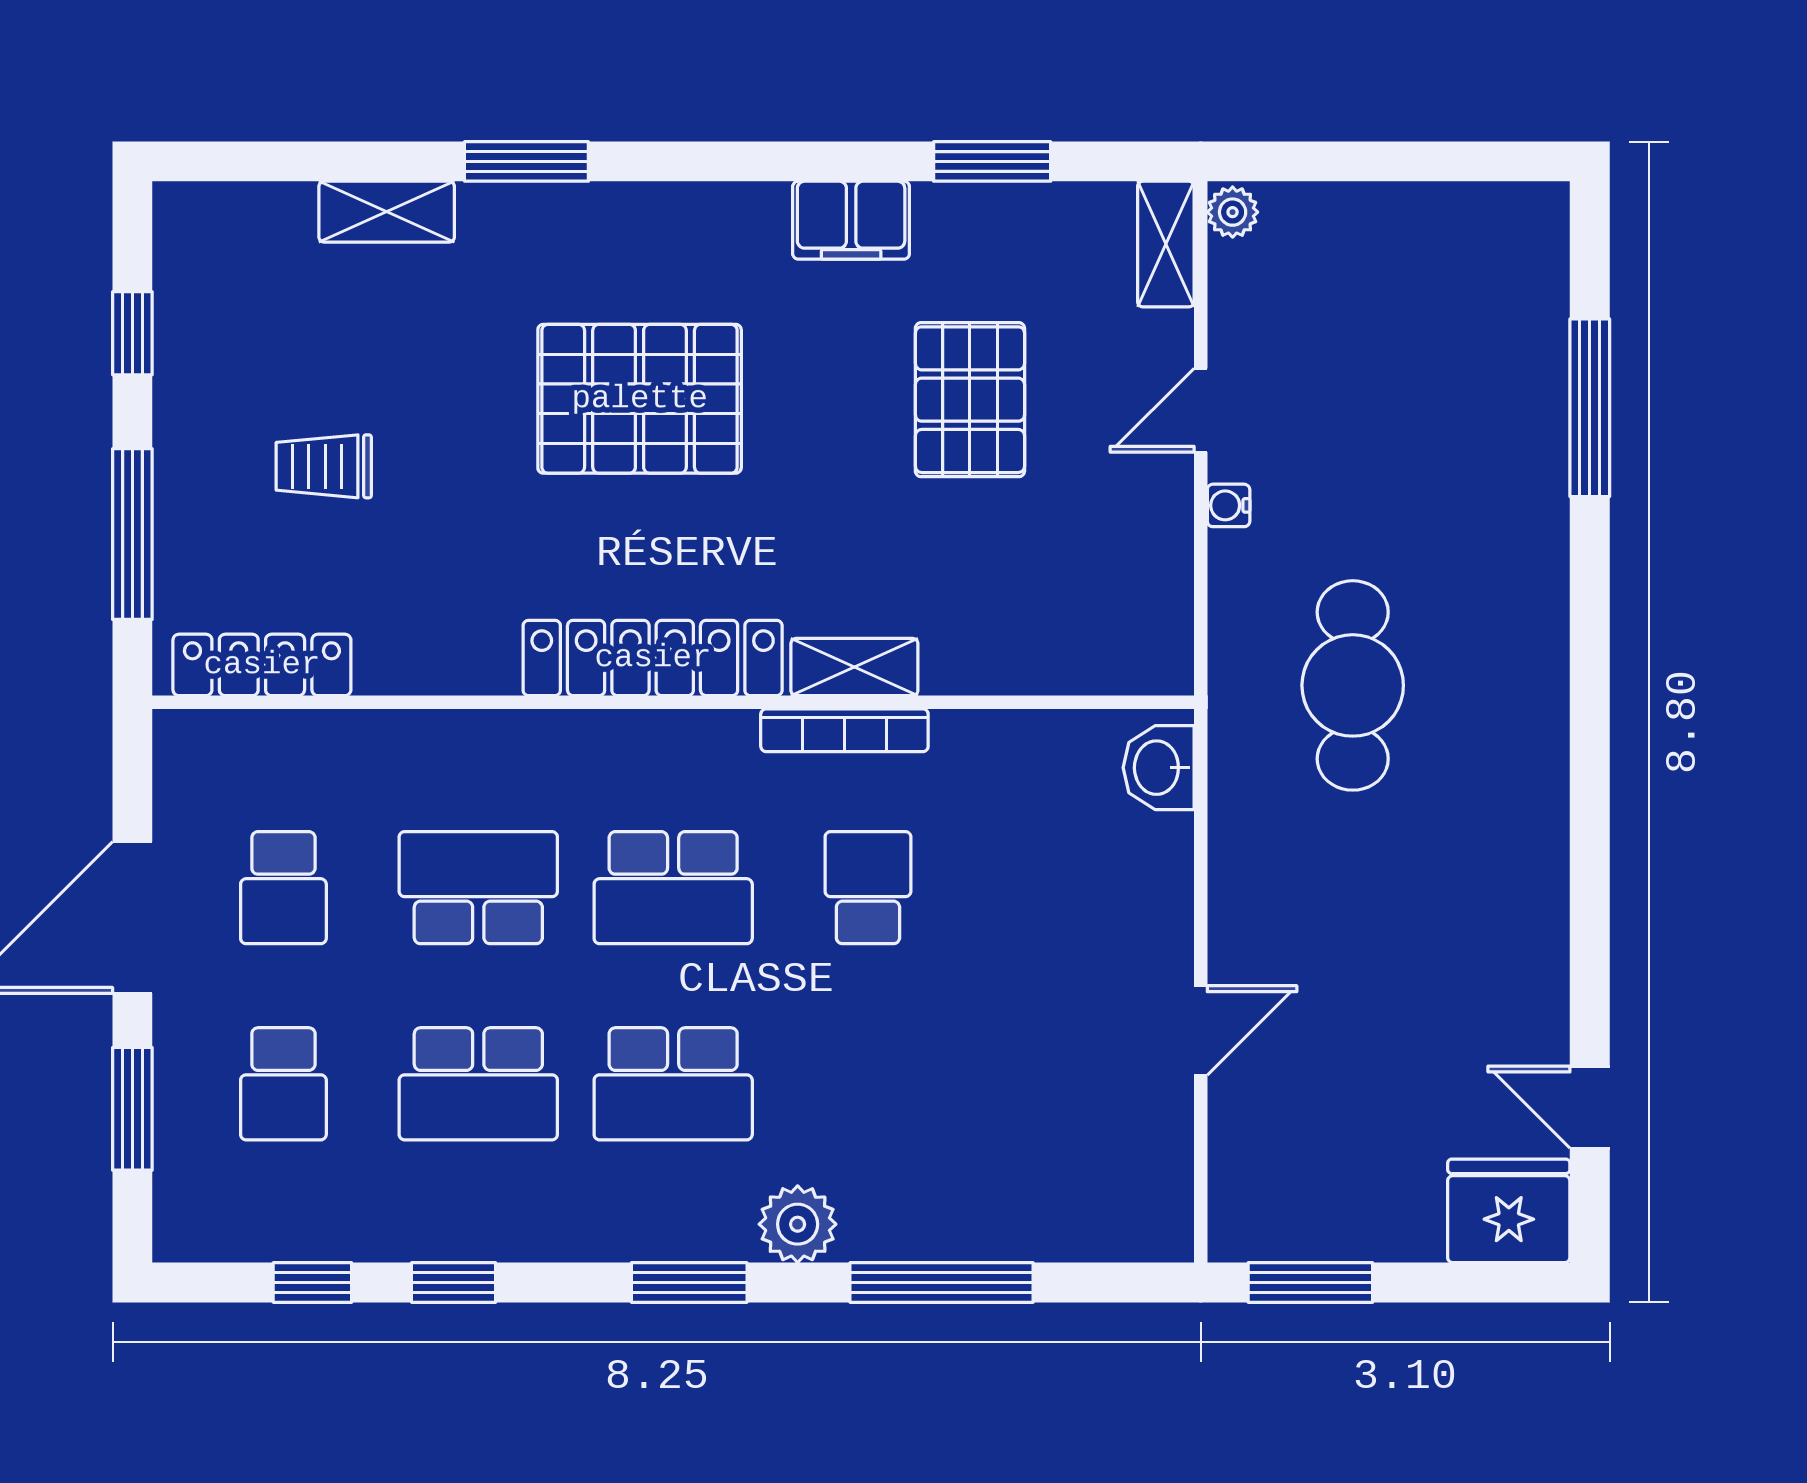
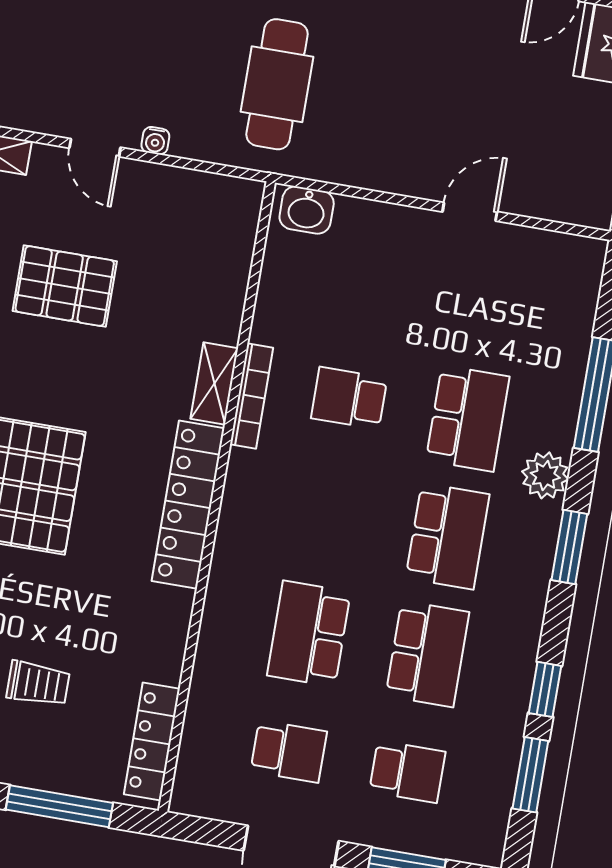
trolley: (324, 466) -> (38, 684), turned -90
cafe table: (1353, 685) -> (277, 84), turned 90
school desk: (673, 888) -> (468, 418), moved
door: (1201, 1030) -> (470, 212), hinge flipped
window: (312, 1282) -> (530, 775), width x1.50

